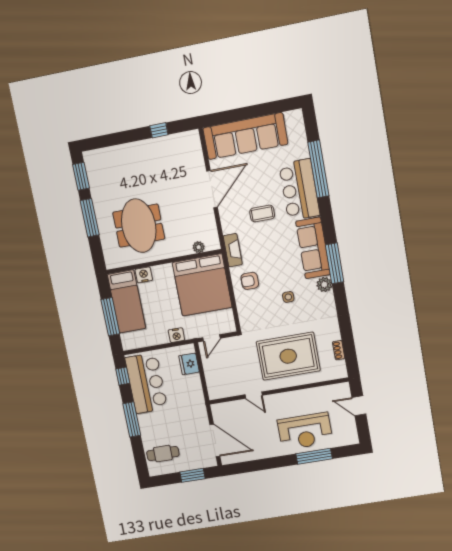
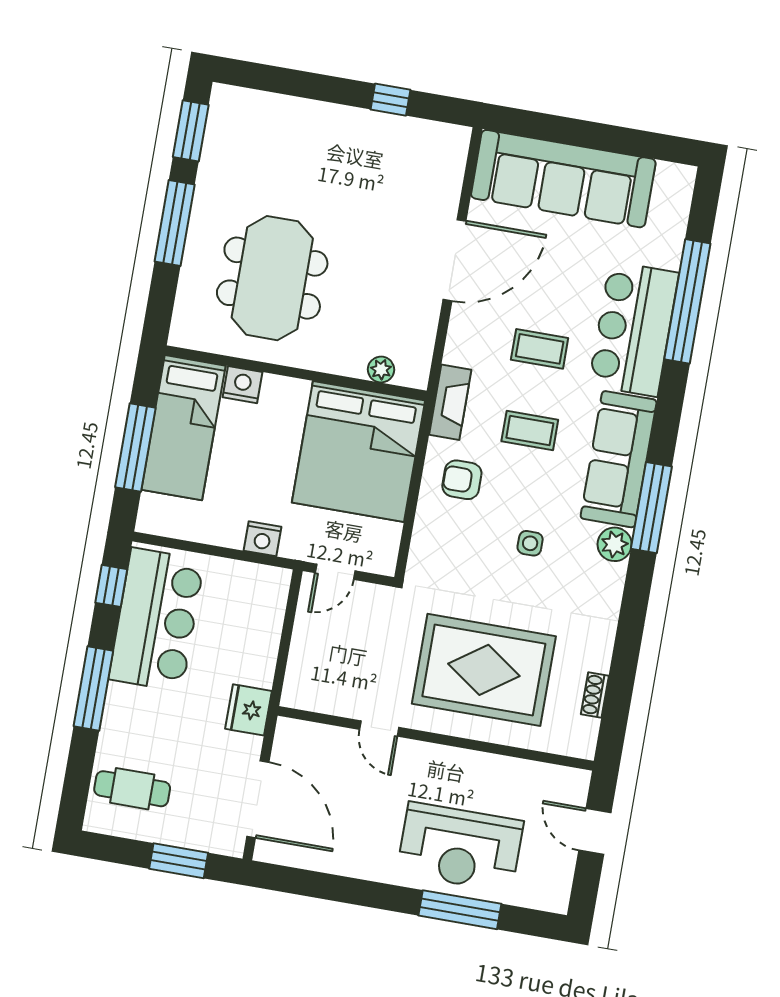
coffee table: (271, 250) -> (530, 430), added
fridge: (189, 364) -> (249, 710), moved

